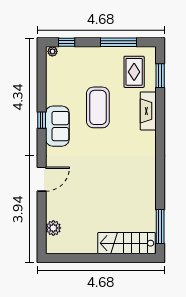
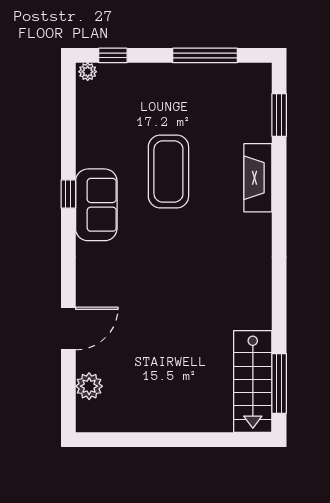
rug: (134, 72) -> (233, 108), removed
door: (42, 179) -> (68, 329), moved
stairs: (127, 243) -> (253, 381), moved, turned -90

